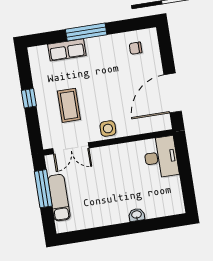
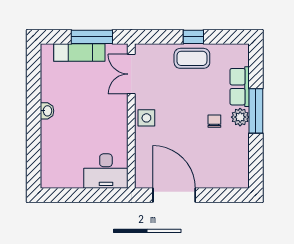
plant: (94, 45) -> (240, 117), added
chair: (136, 48) -> (214, 121), moved
coffee table: (69, 105) -> (192, 58), moved
washbasin: (137, 215) -> (47, 111), moved

